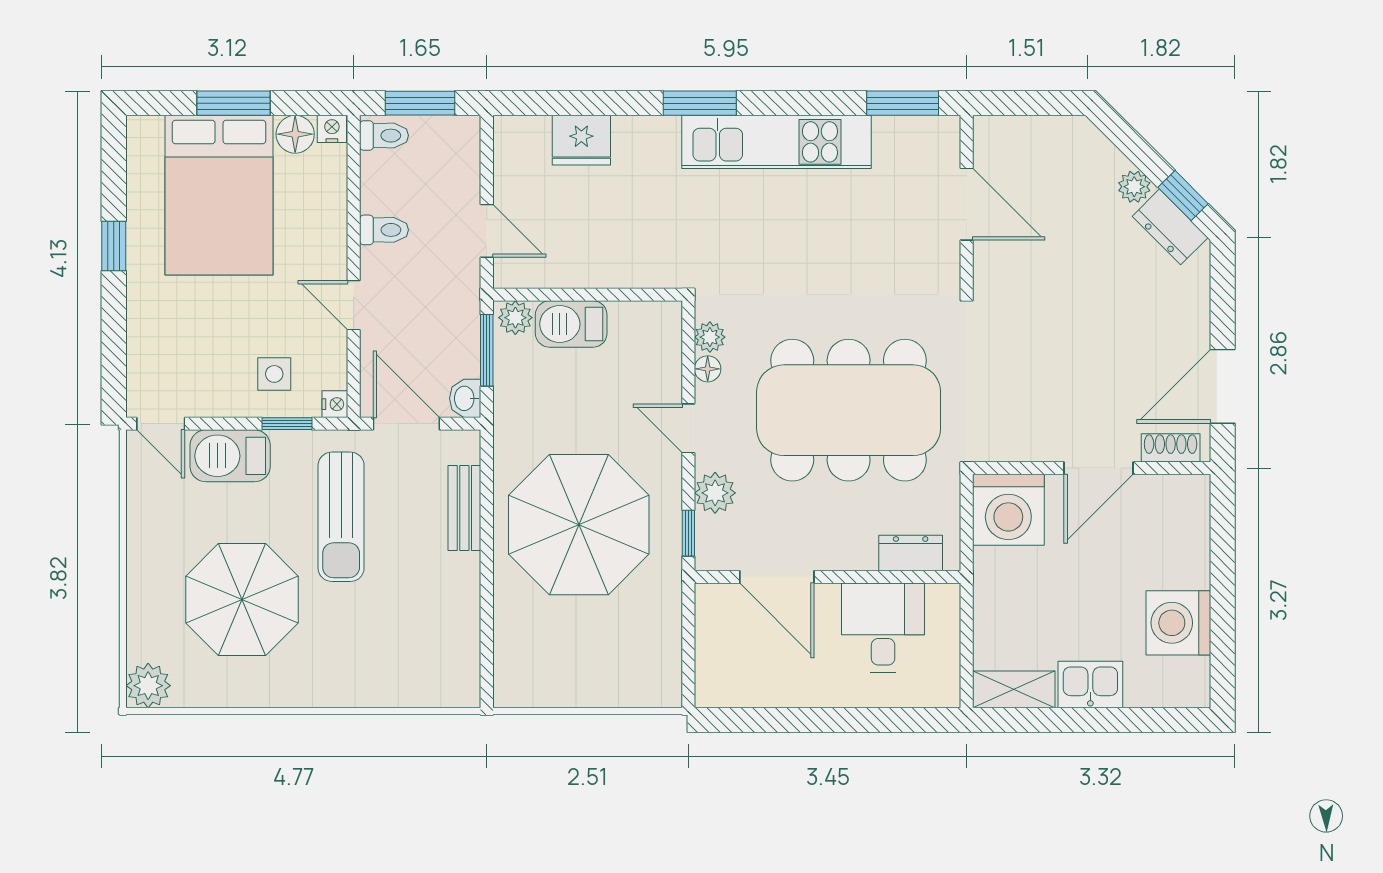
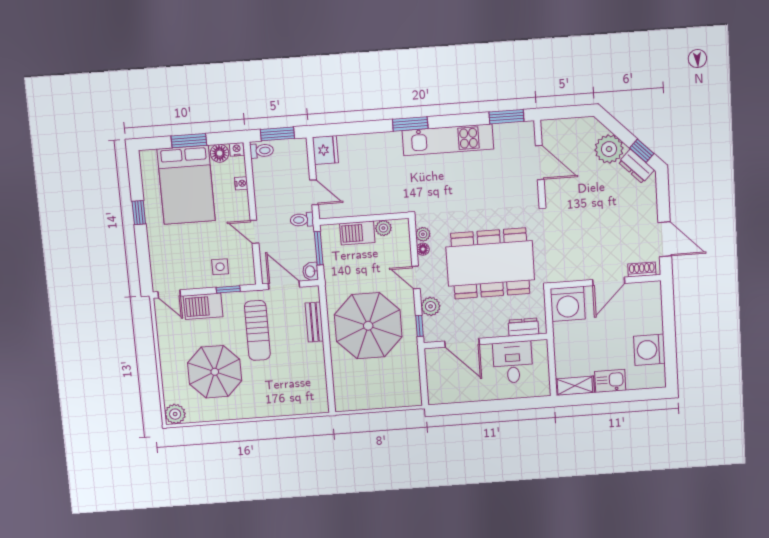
fridge: (581, 140) -> (325, 150), moved, turned -90
plant: (1134, 187) -> (609, 149), width x1.87, depth x1.87
toilet: (384, 230) -> (302, 220), moved, turned 180
plant: (515, 318) -> (383, 228), moved
door: (1223, 386) -> (665, 239), swing flipped
nightstand: (335, 404) -> (241, 183), moved

